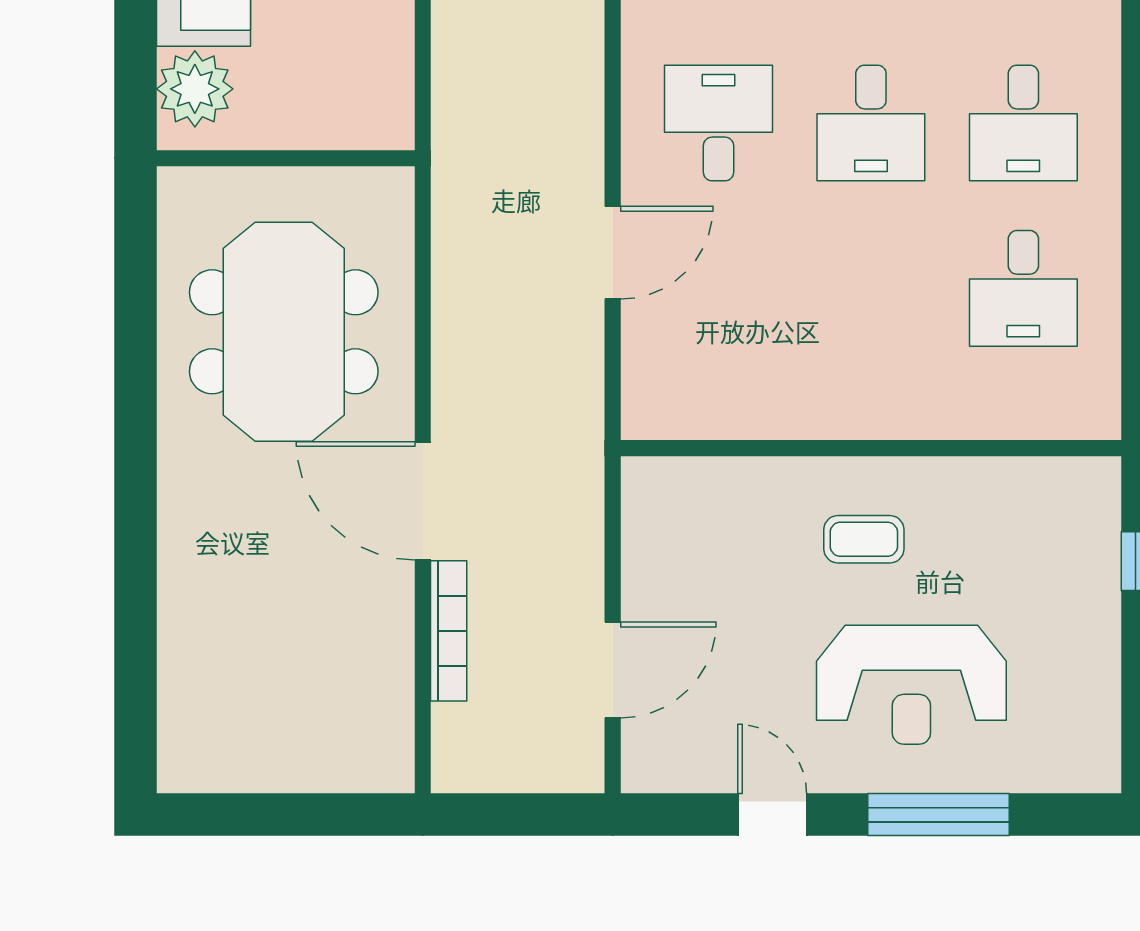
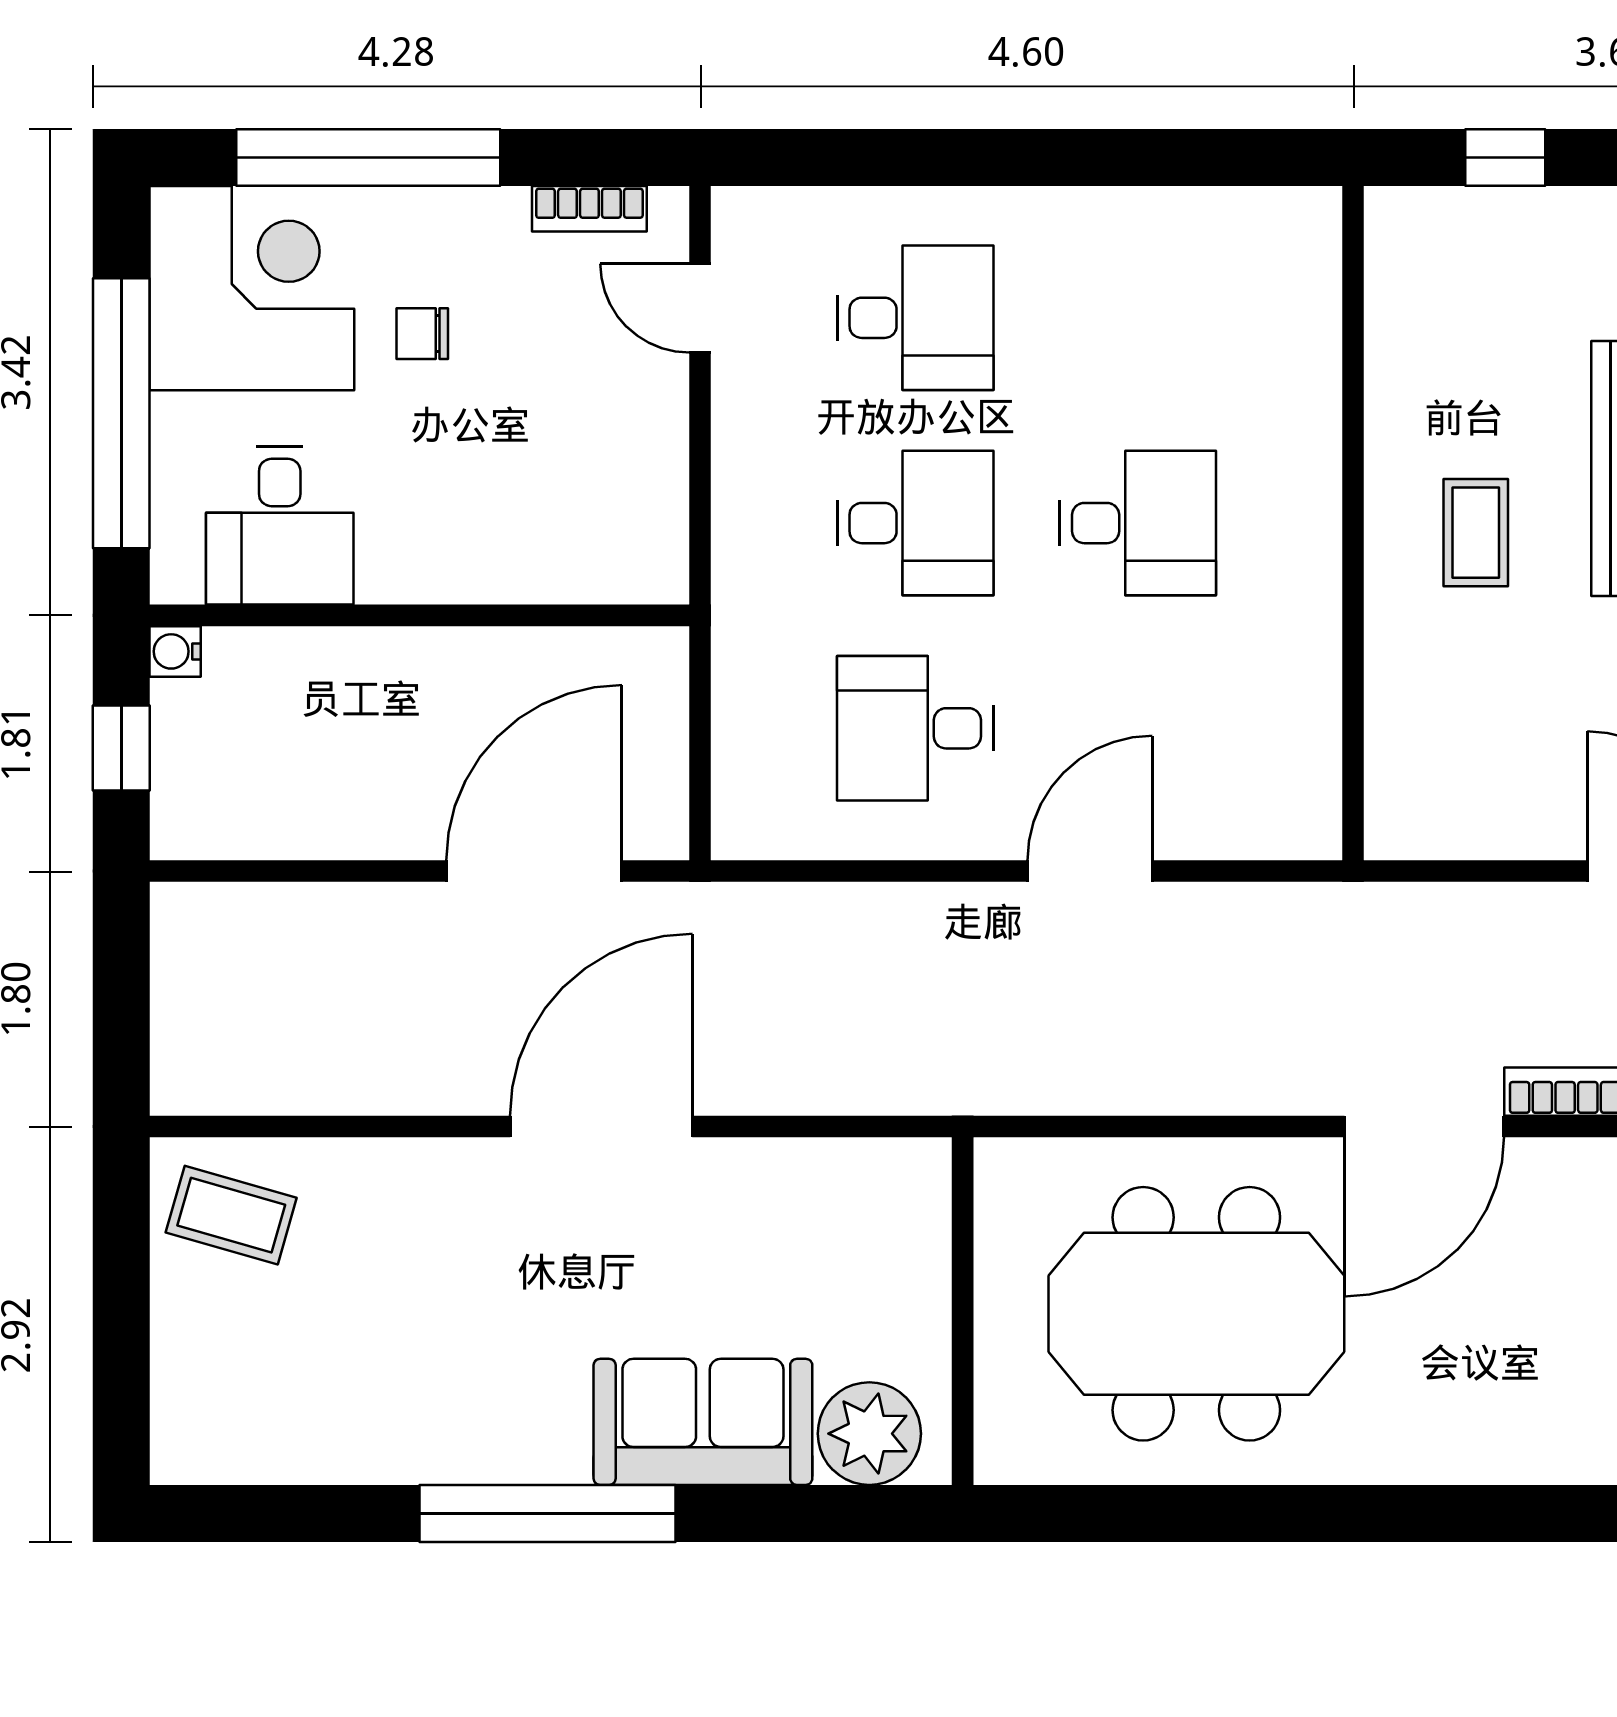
door: (613, 253) -> (1090, 871), hinge flipped
desk: (1023, 288) -> (1138, 523), moved

